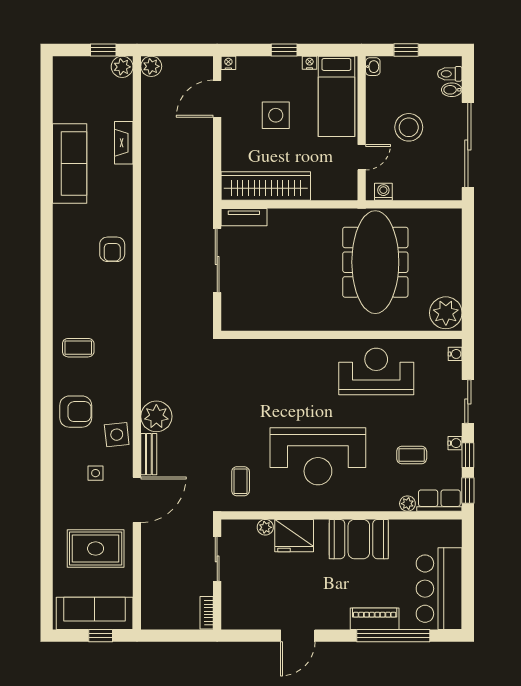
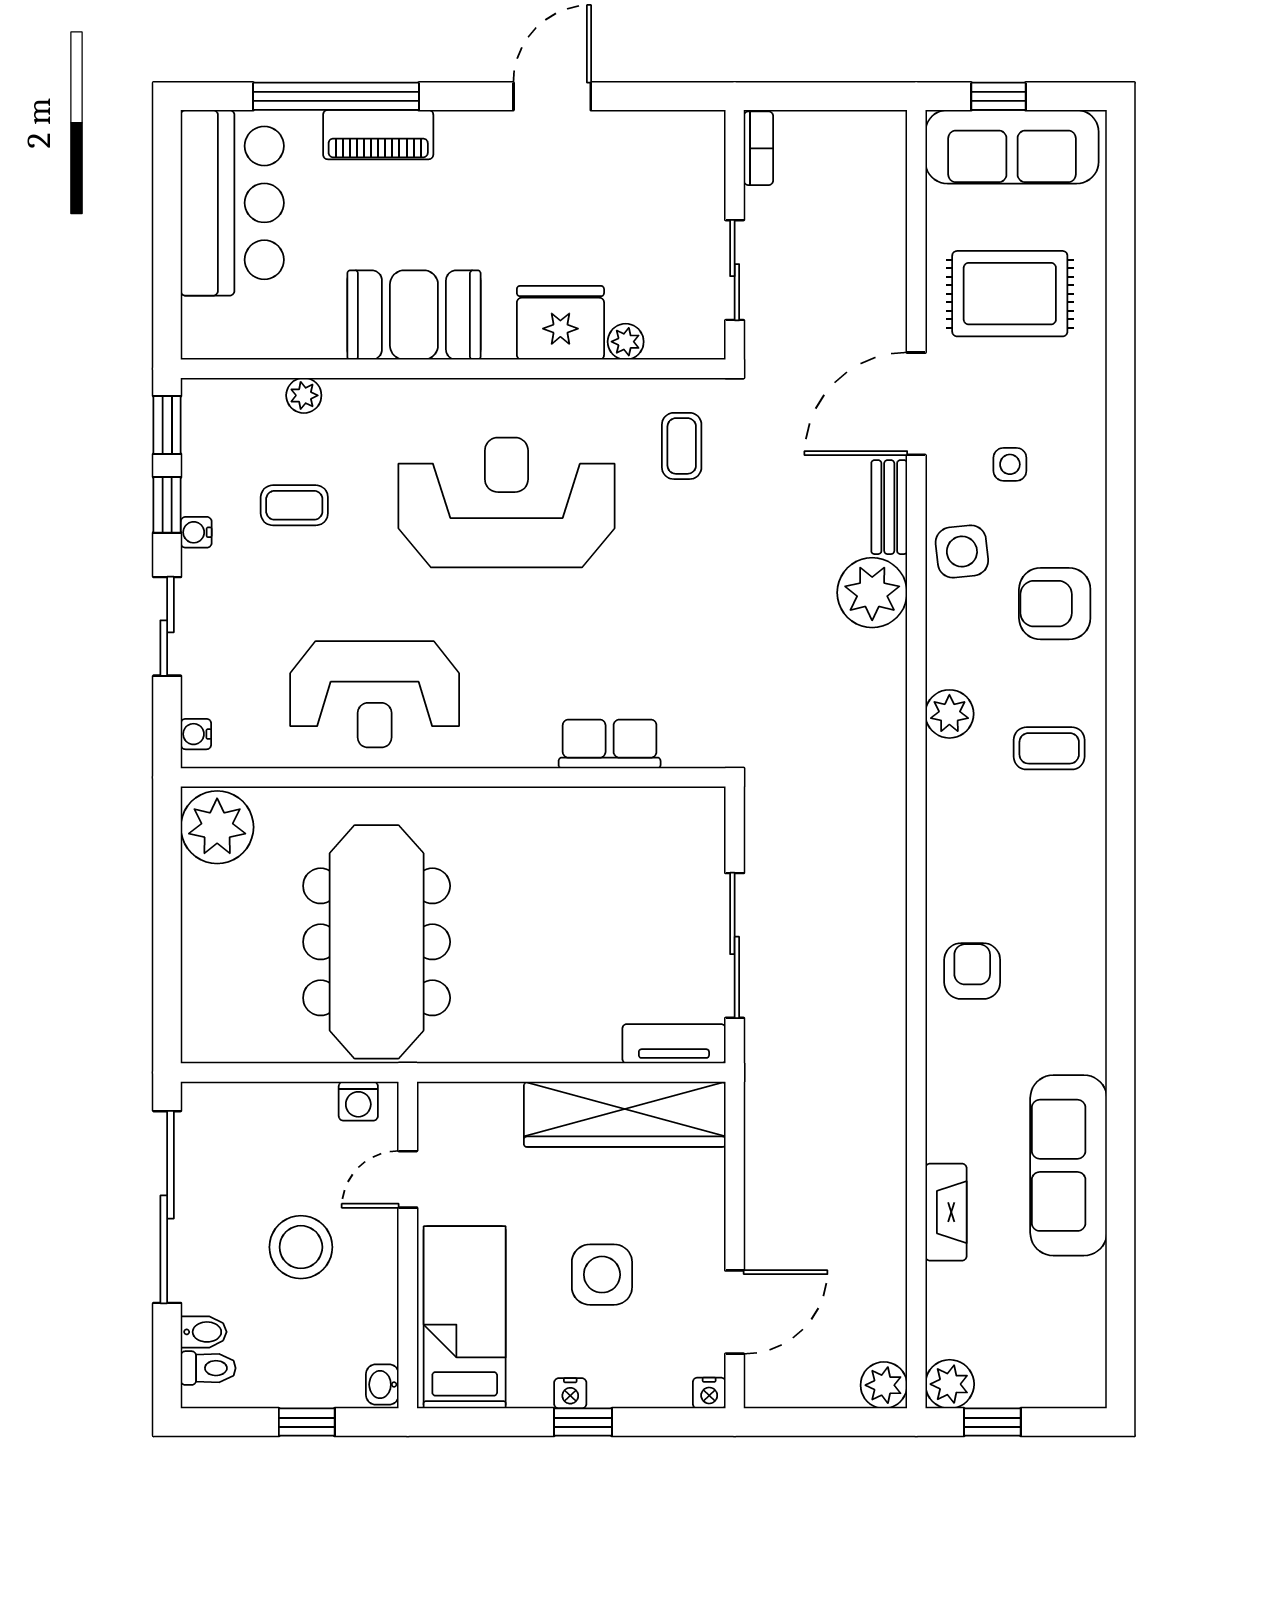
nightstand: (310, 63) -> (570, 1393), moved
plant: (122, 363) -> (949, 714), added
row of seats: (439, 501) -> (610, 744), moved, turned 180

